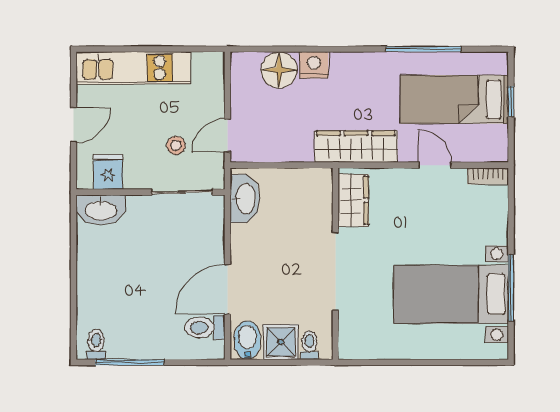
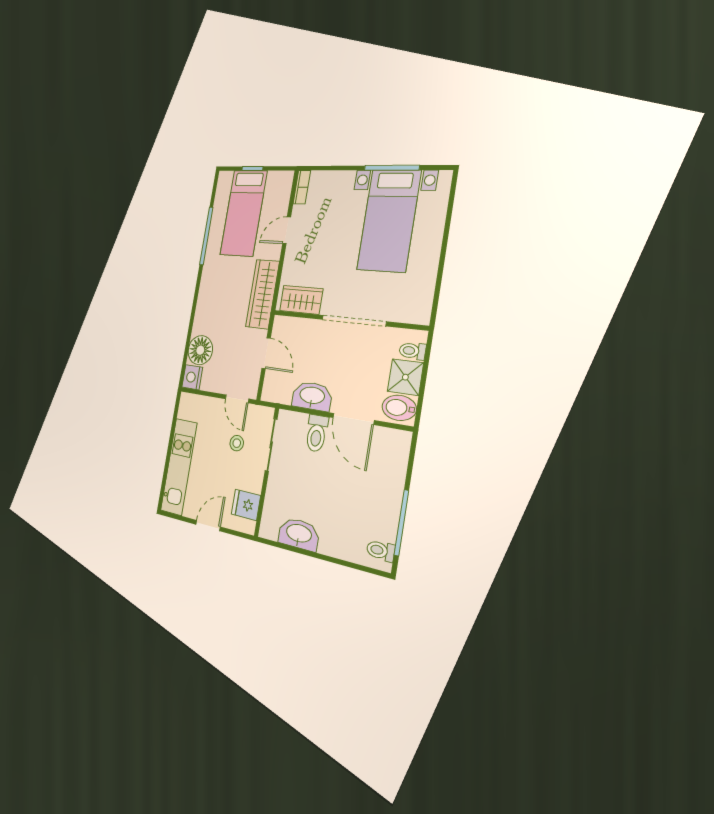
nightstand: (314, 65) -> (192, 377), moved
door: (74, 125) -> (208, 526), hinge flipped
door: (286, 165) -> (266, 353), added
washbasin: (245, 198) -> (312, 396), moved
washbasin: (101, 210) -> (299, 534), moved, turned -90
toilet: (205, 327) -> (317, 433), moved

